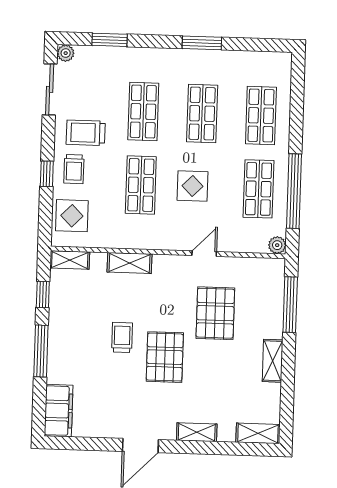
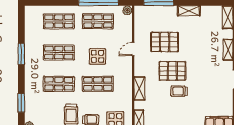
door: (204, 254) -> (133, 49), hinge flipped
pallet: (165, 357) -> (172, 71), moved

